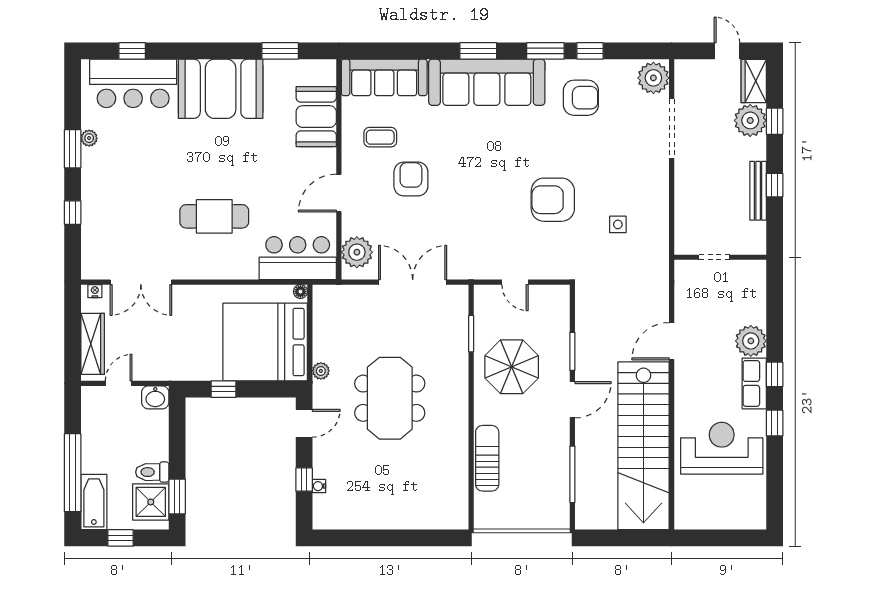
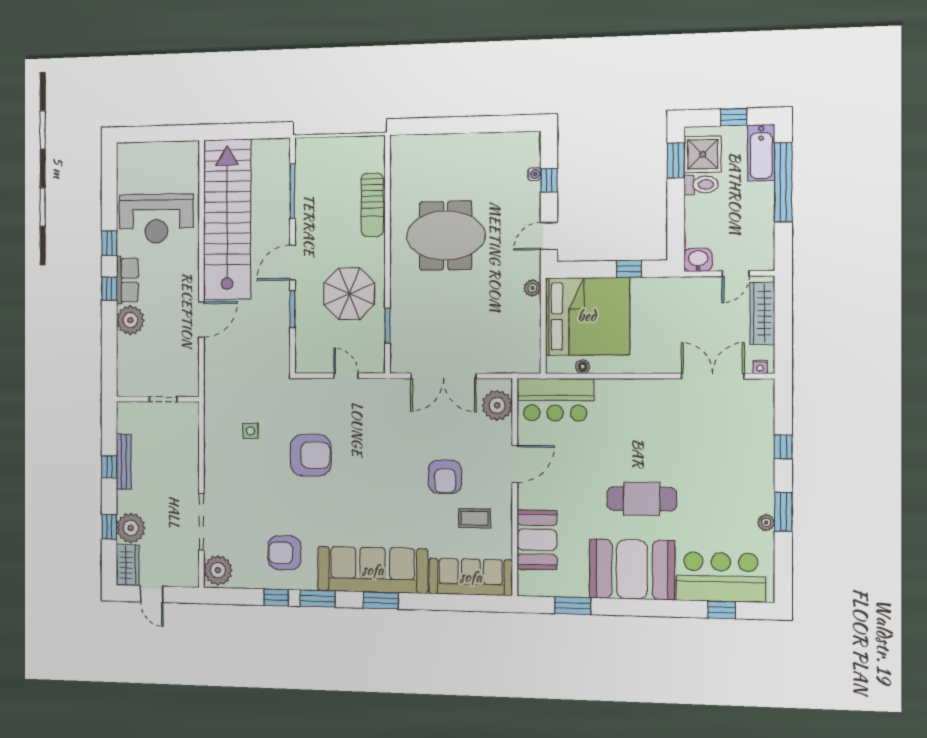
cafe table: (214, 216) -> (642, 499), moved
floor lamp: (300, 292) -> (583, 367), moved
meeting table: (390, 398) -> (446, 235), moved, turned 90

